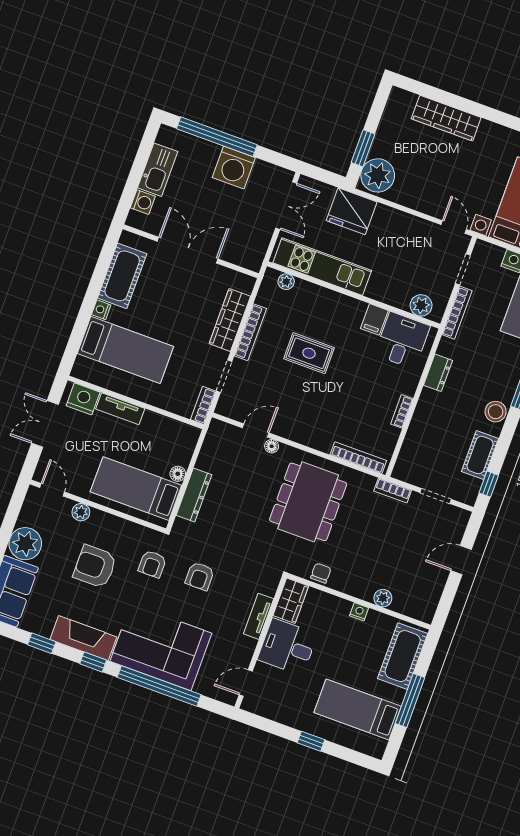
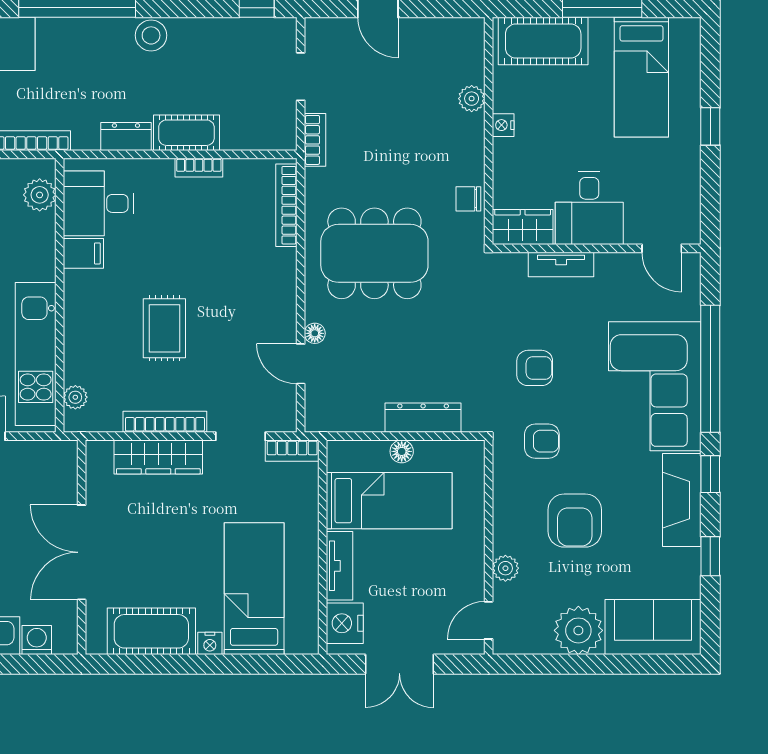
cot: (480, 455) -> (186, 133), moved
bed: (136, 489) -> (389, 501), moved, turned -90

